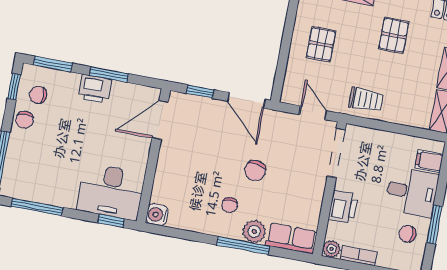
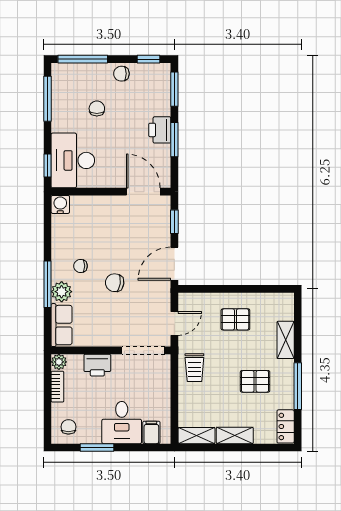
chair: (38, 95) -> (97, 108), moved
chair: (407, 234) -> (68, 427), moved

